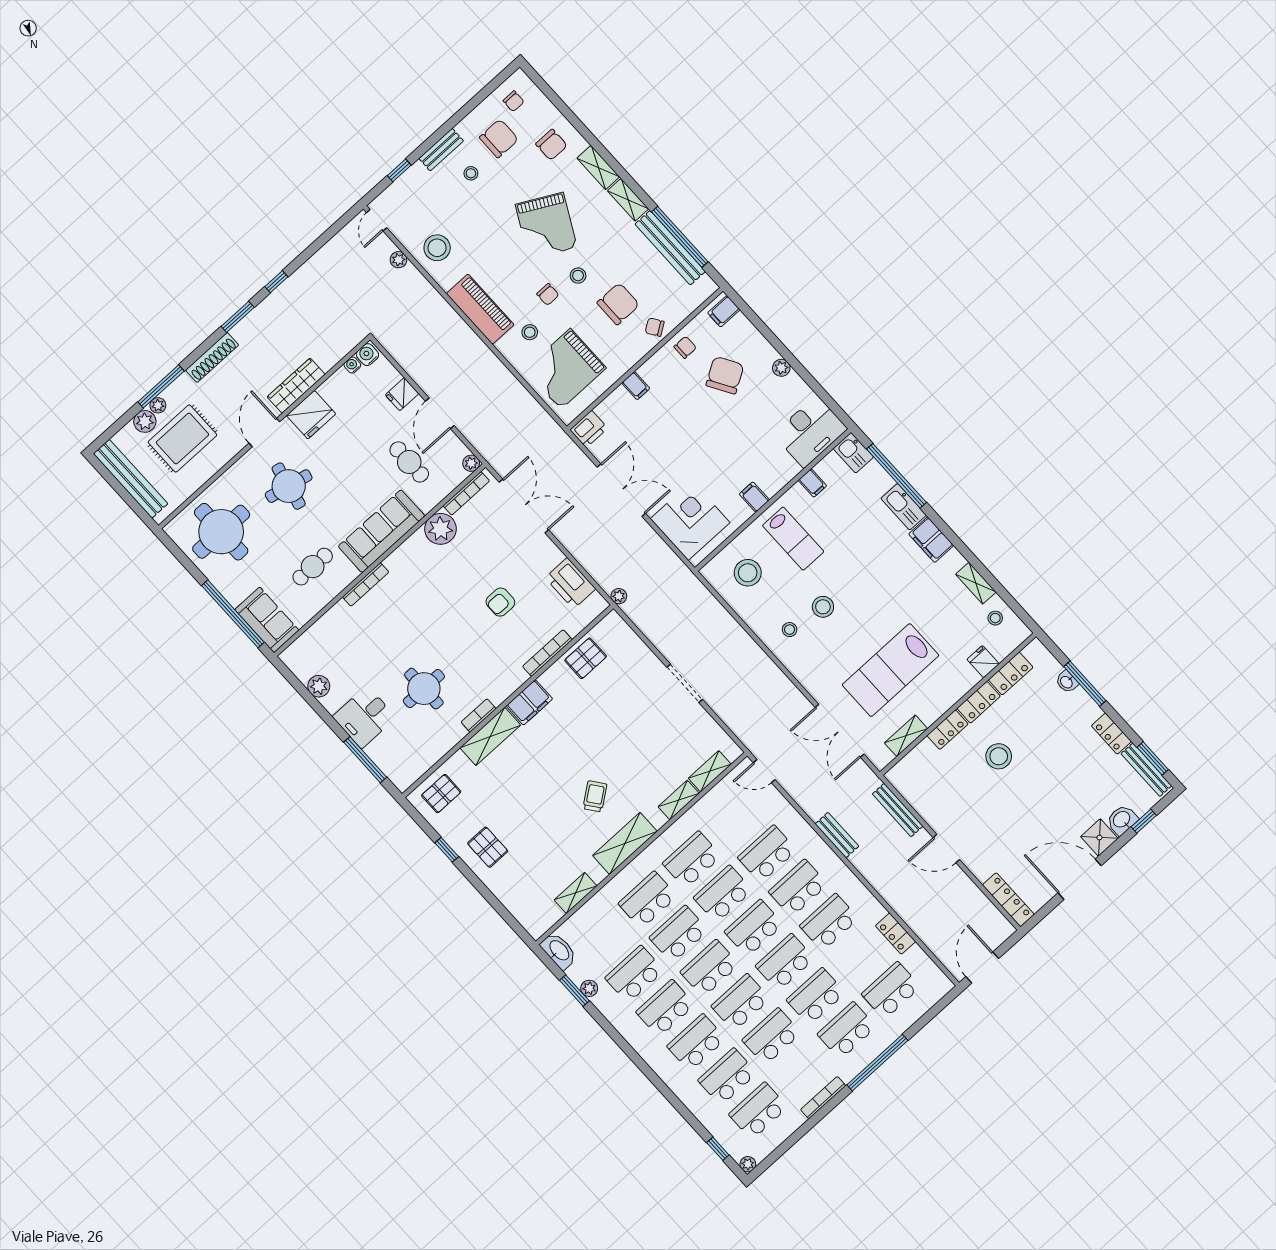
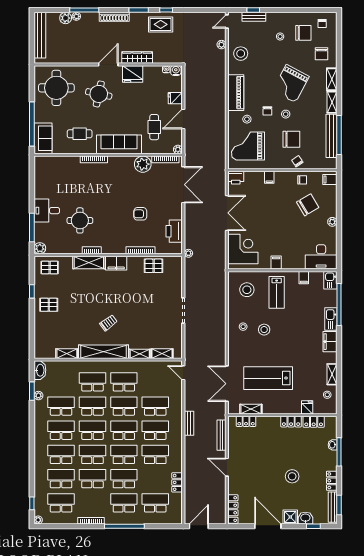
bench: (441, 150) -> (254, 17), moved
rug: (182, 438) -> (161, 24), moved, width x0.73, depth x0.70
plant: (319, 686) -> (40, 248), moved
locker: (948, 730) -> (246, 421), moved
stool: (999, 756) -> (292, 476), moved
shelving: (625, 843) -> (103, 352), width x1.47
pallet: (488, 847) -> (49, 305), turned 90

